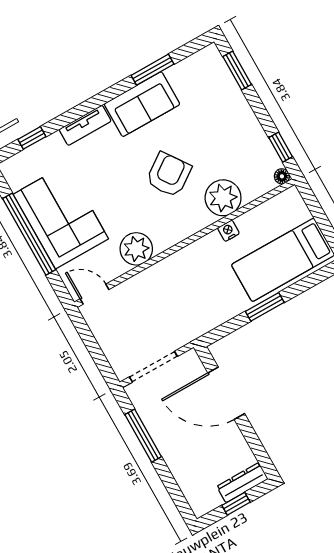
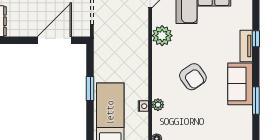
window: (32, 138) -> (256, 39), moved
plant: (223, 198) -> (158, 105), width x0.53, depth x0.53
nightstand: (228, 231) -> (143, 106), moved

